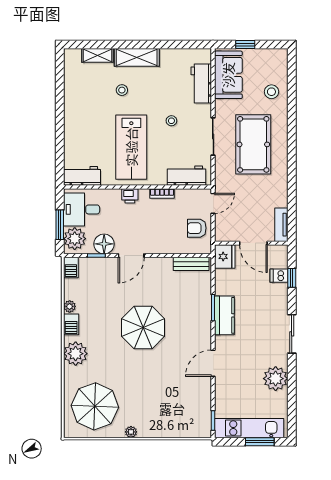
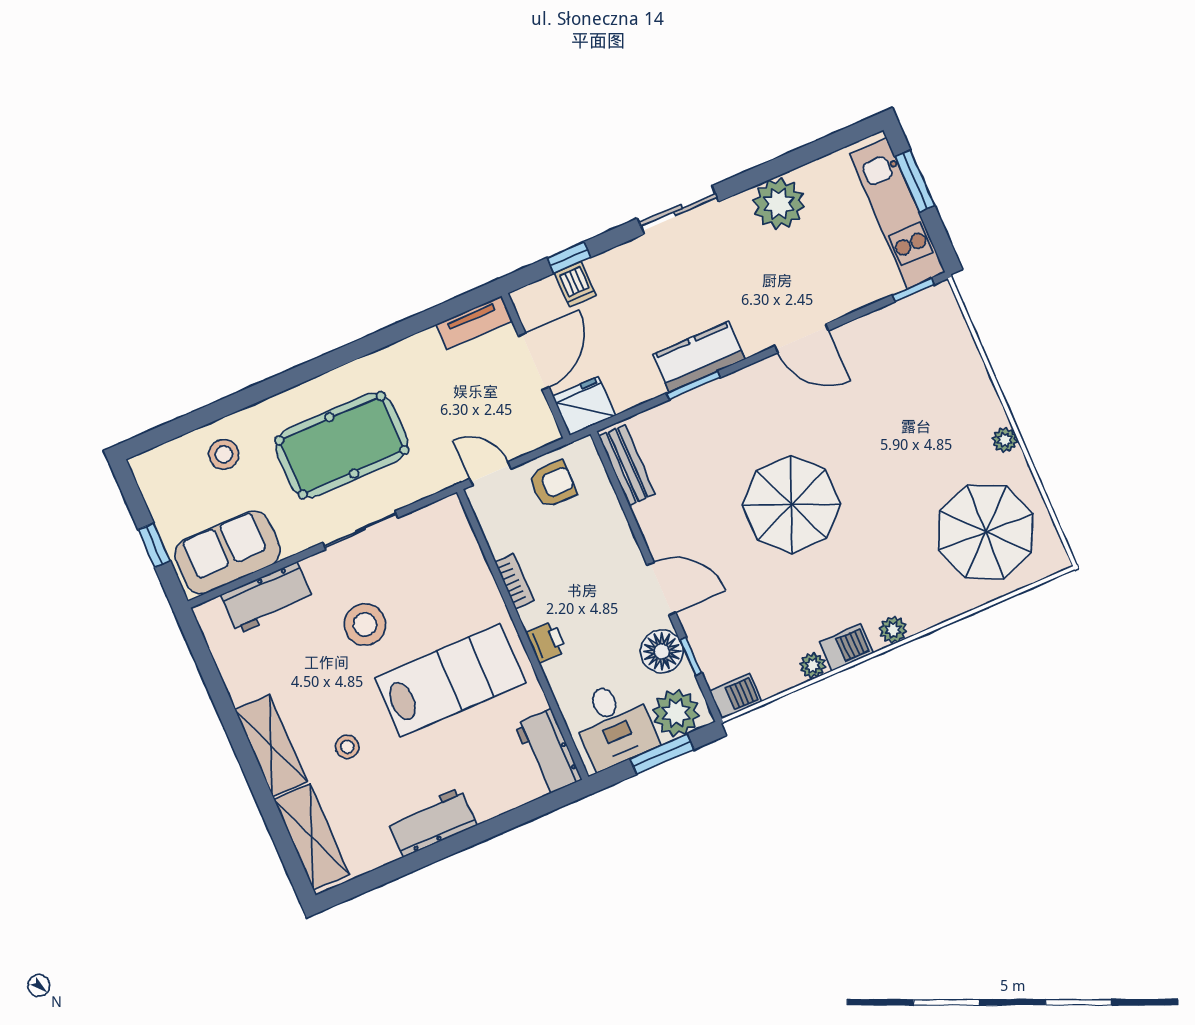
shelving: (98, 55) -> (312, 837), width x1.50, depth x1.33
stool: (171, 121) -> (365, 625), width x1.89, depth x1.89
workbench: (186, 176) -> (432, 822), moved, turned 90
armchair: (197, 228) -> (553, 484), turned -90
plant: (76, 354) -> (893, 630), width x0.53, depth x0.53

